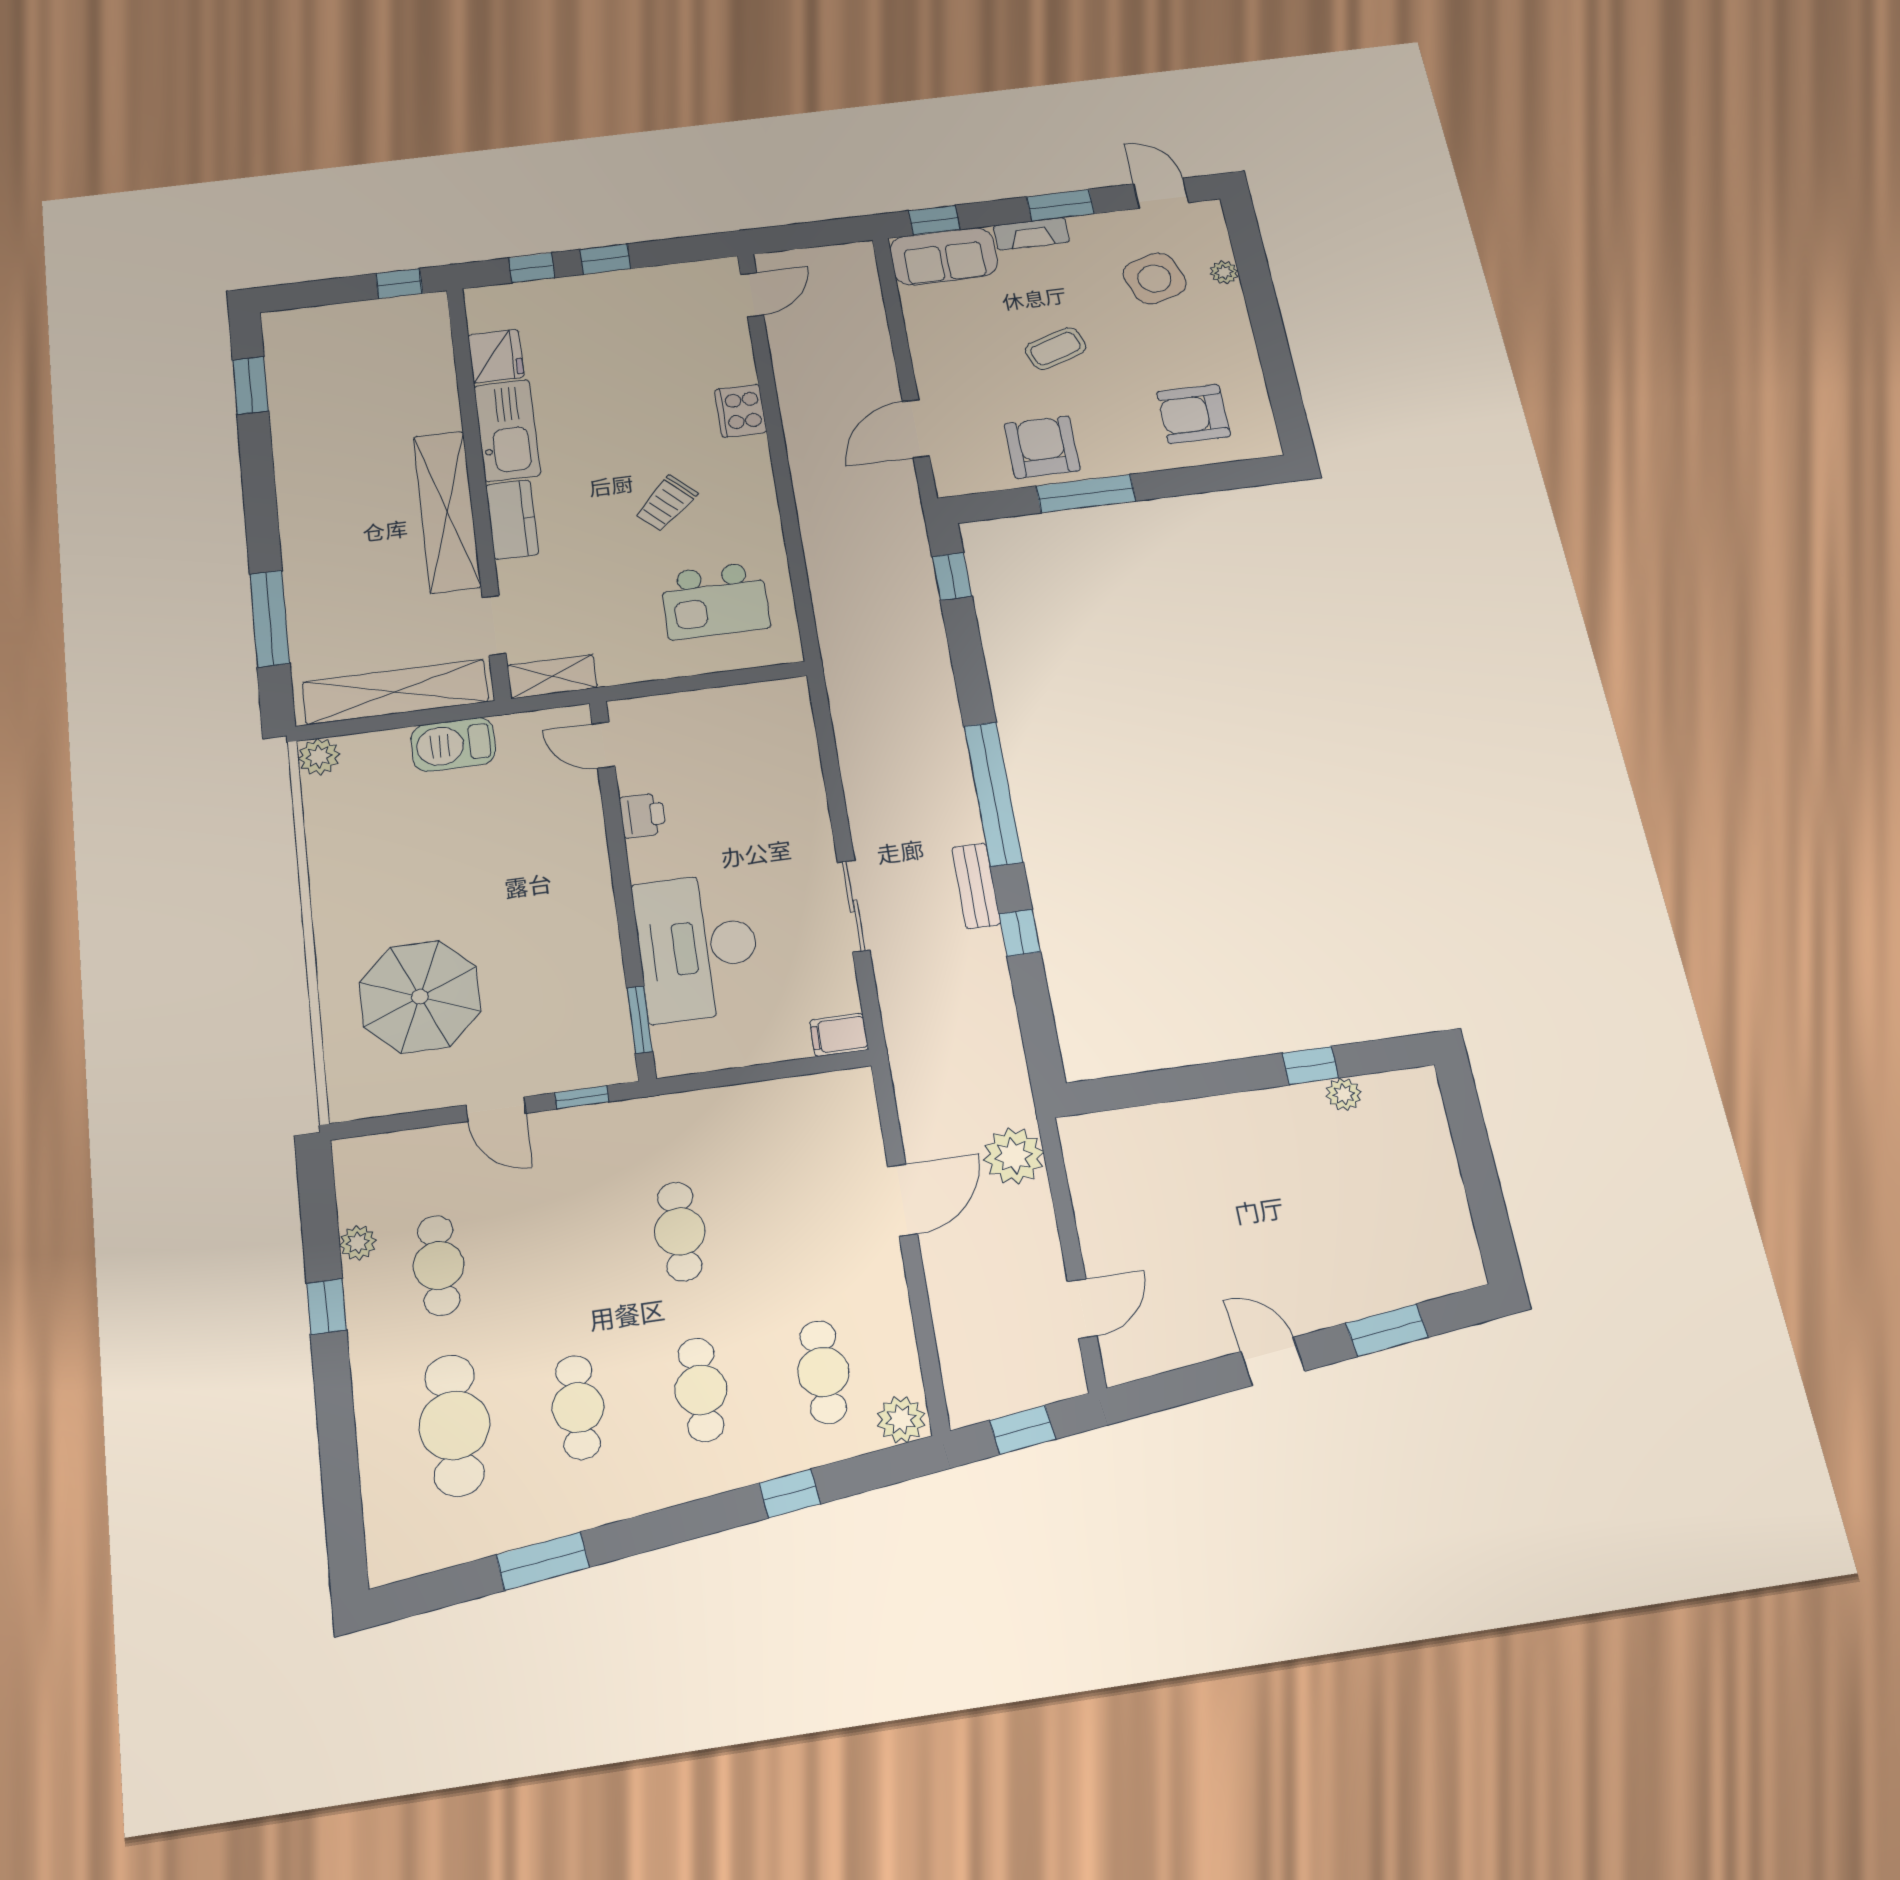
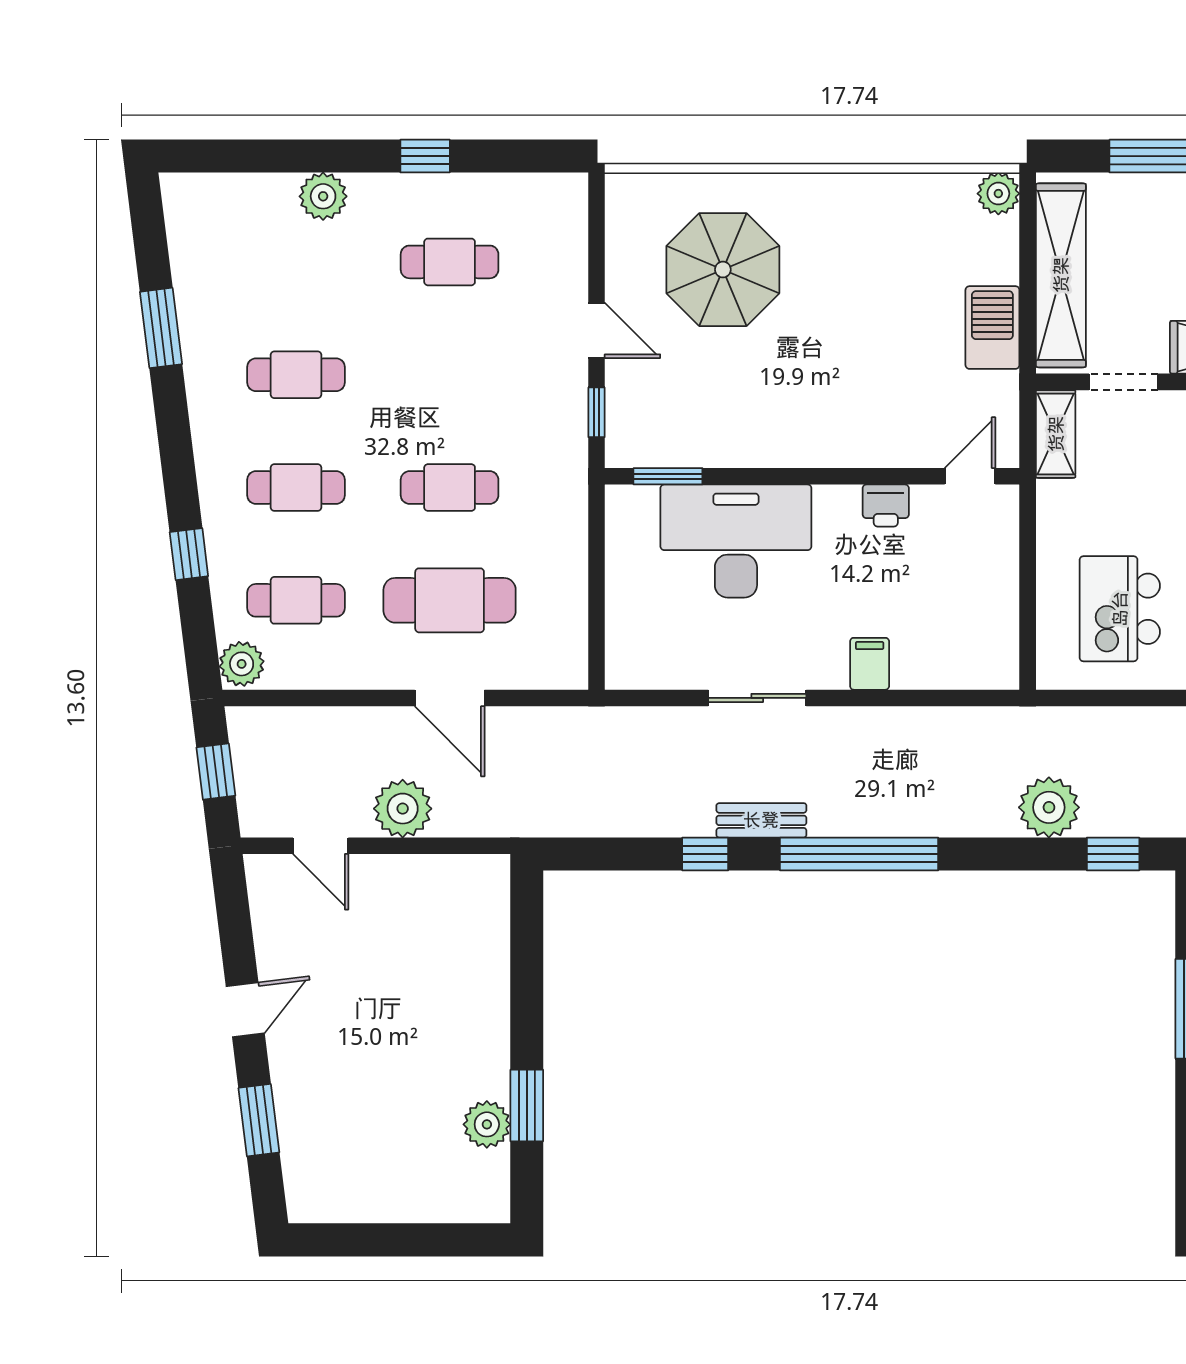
plant: (917, 636) -> (1049, 807), added
filing cabinet: (839, 1035) -> (870, 664), moved
window: (1310, 1066) -> (527, 1105), width x1.50
plant: (1344, 1094) -> (487, 1124), width x1.38, depth x1.38
door: (496, 1109) -> (597, 330), swing flipped
plant: (1014, 1156) -> (403, 809), moved
plant: (358, 1243) -> (323, 196), moved, width x1.38, depth x1.38
cafe table: (454, 1425) -> (450, 600), moved

